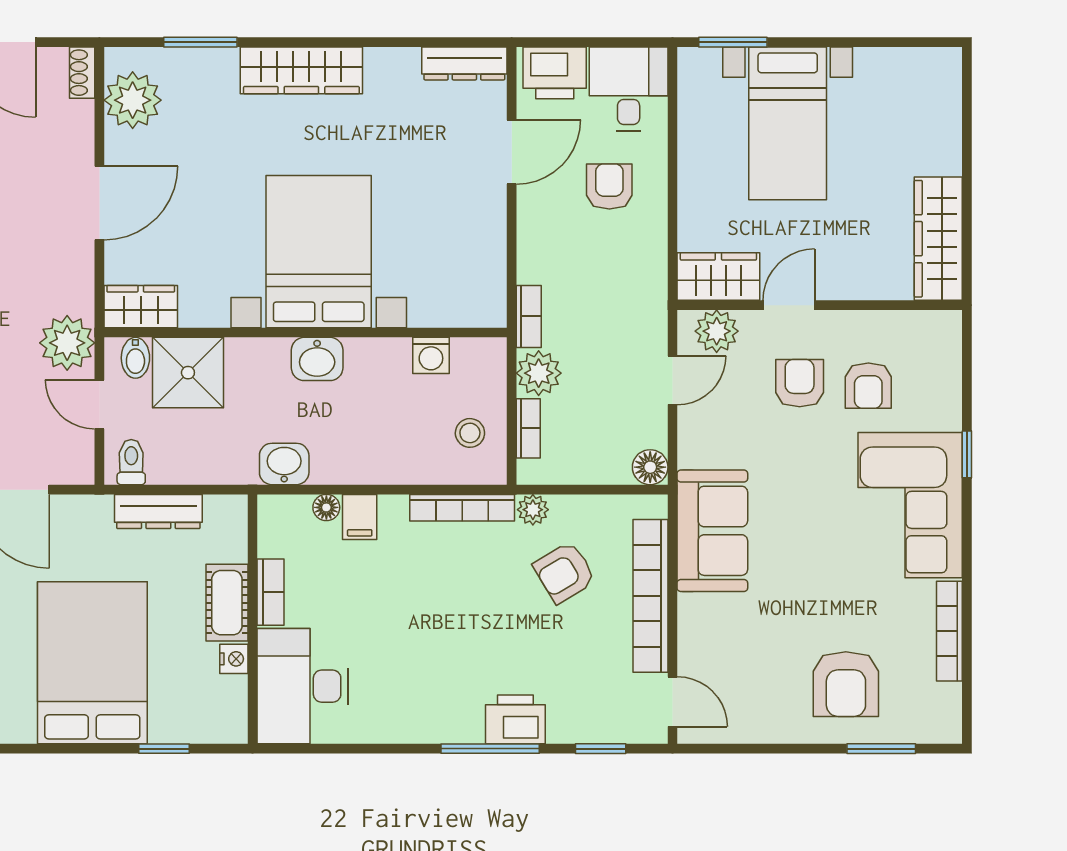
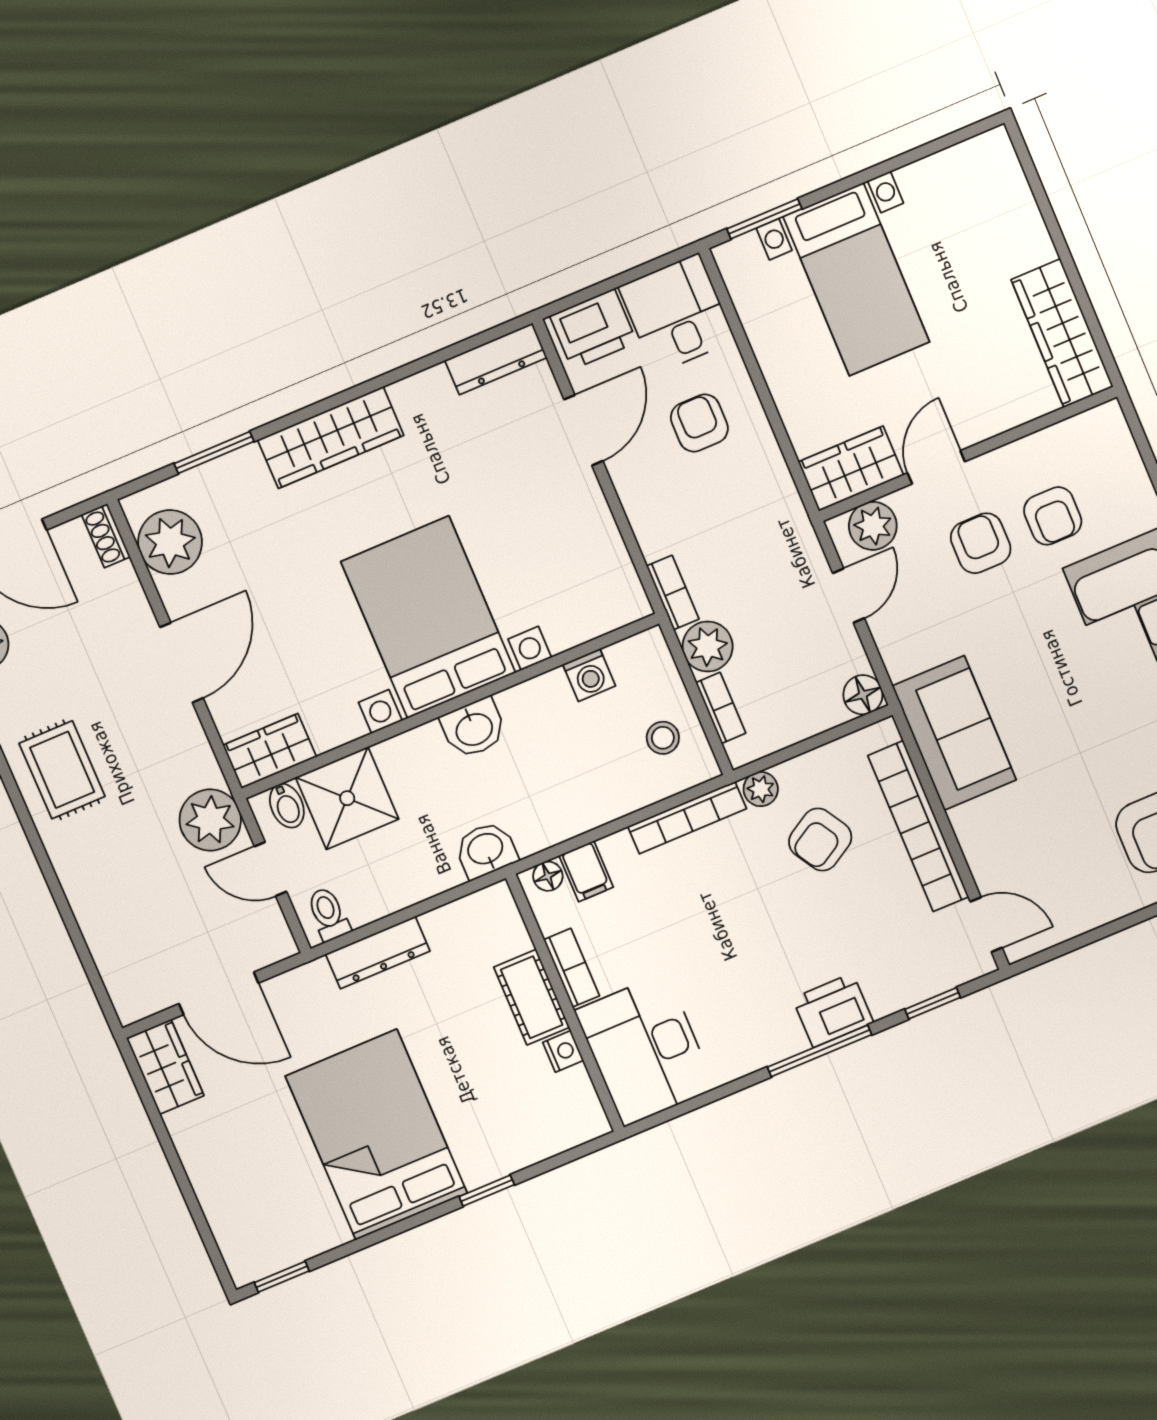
bookcase: (270, 592) -> (572, 968), moved
cot: (227, 603) -> (532, 997), moved
wall: (252, 619) -> (565, 1003), moved
nightstand: (234, 659) -> (563, 1051), moved
desk: (303, 686) -> (645, 1050), moved

